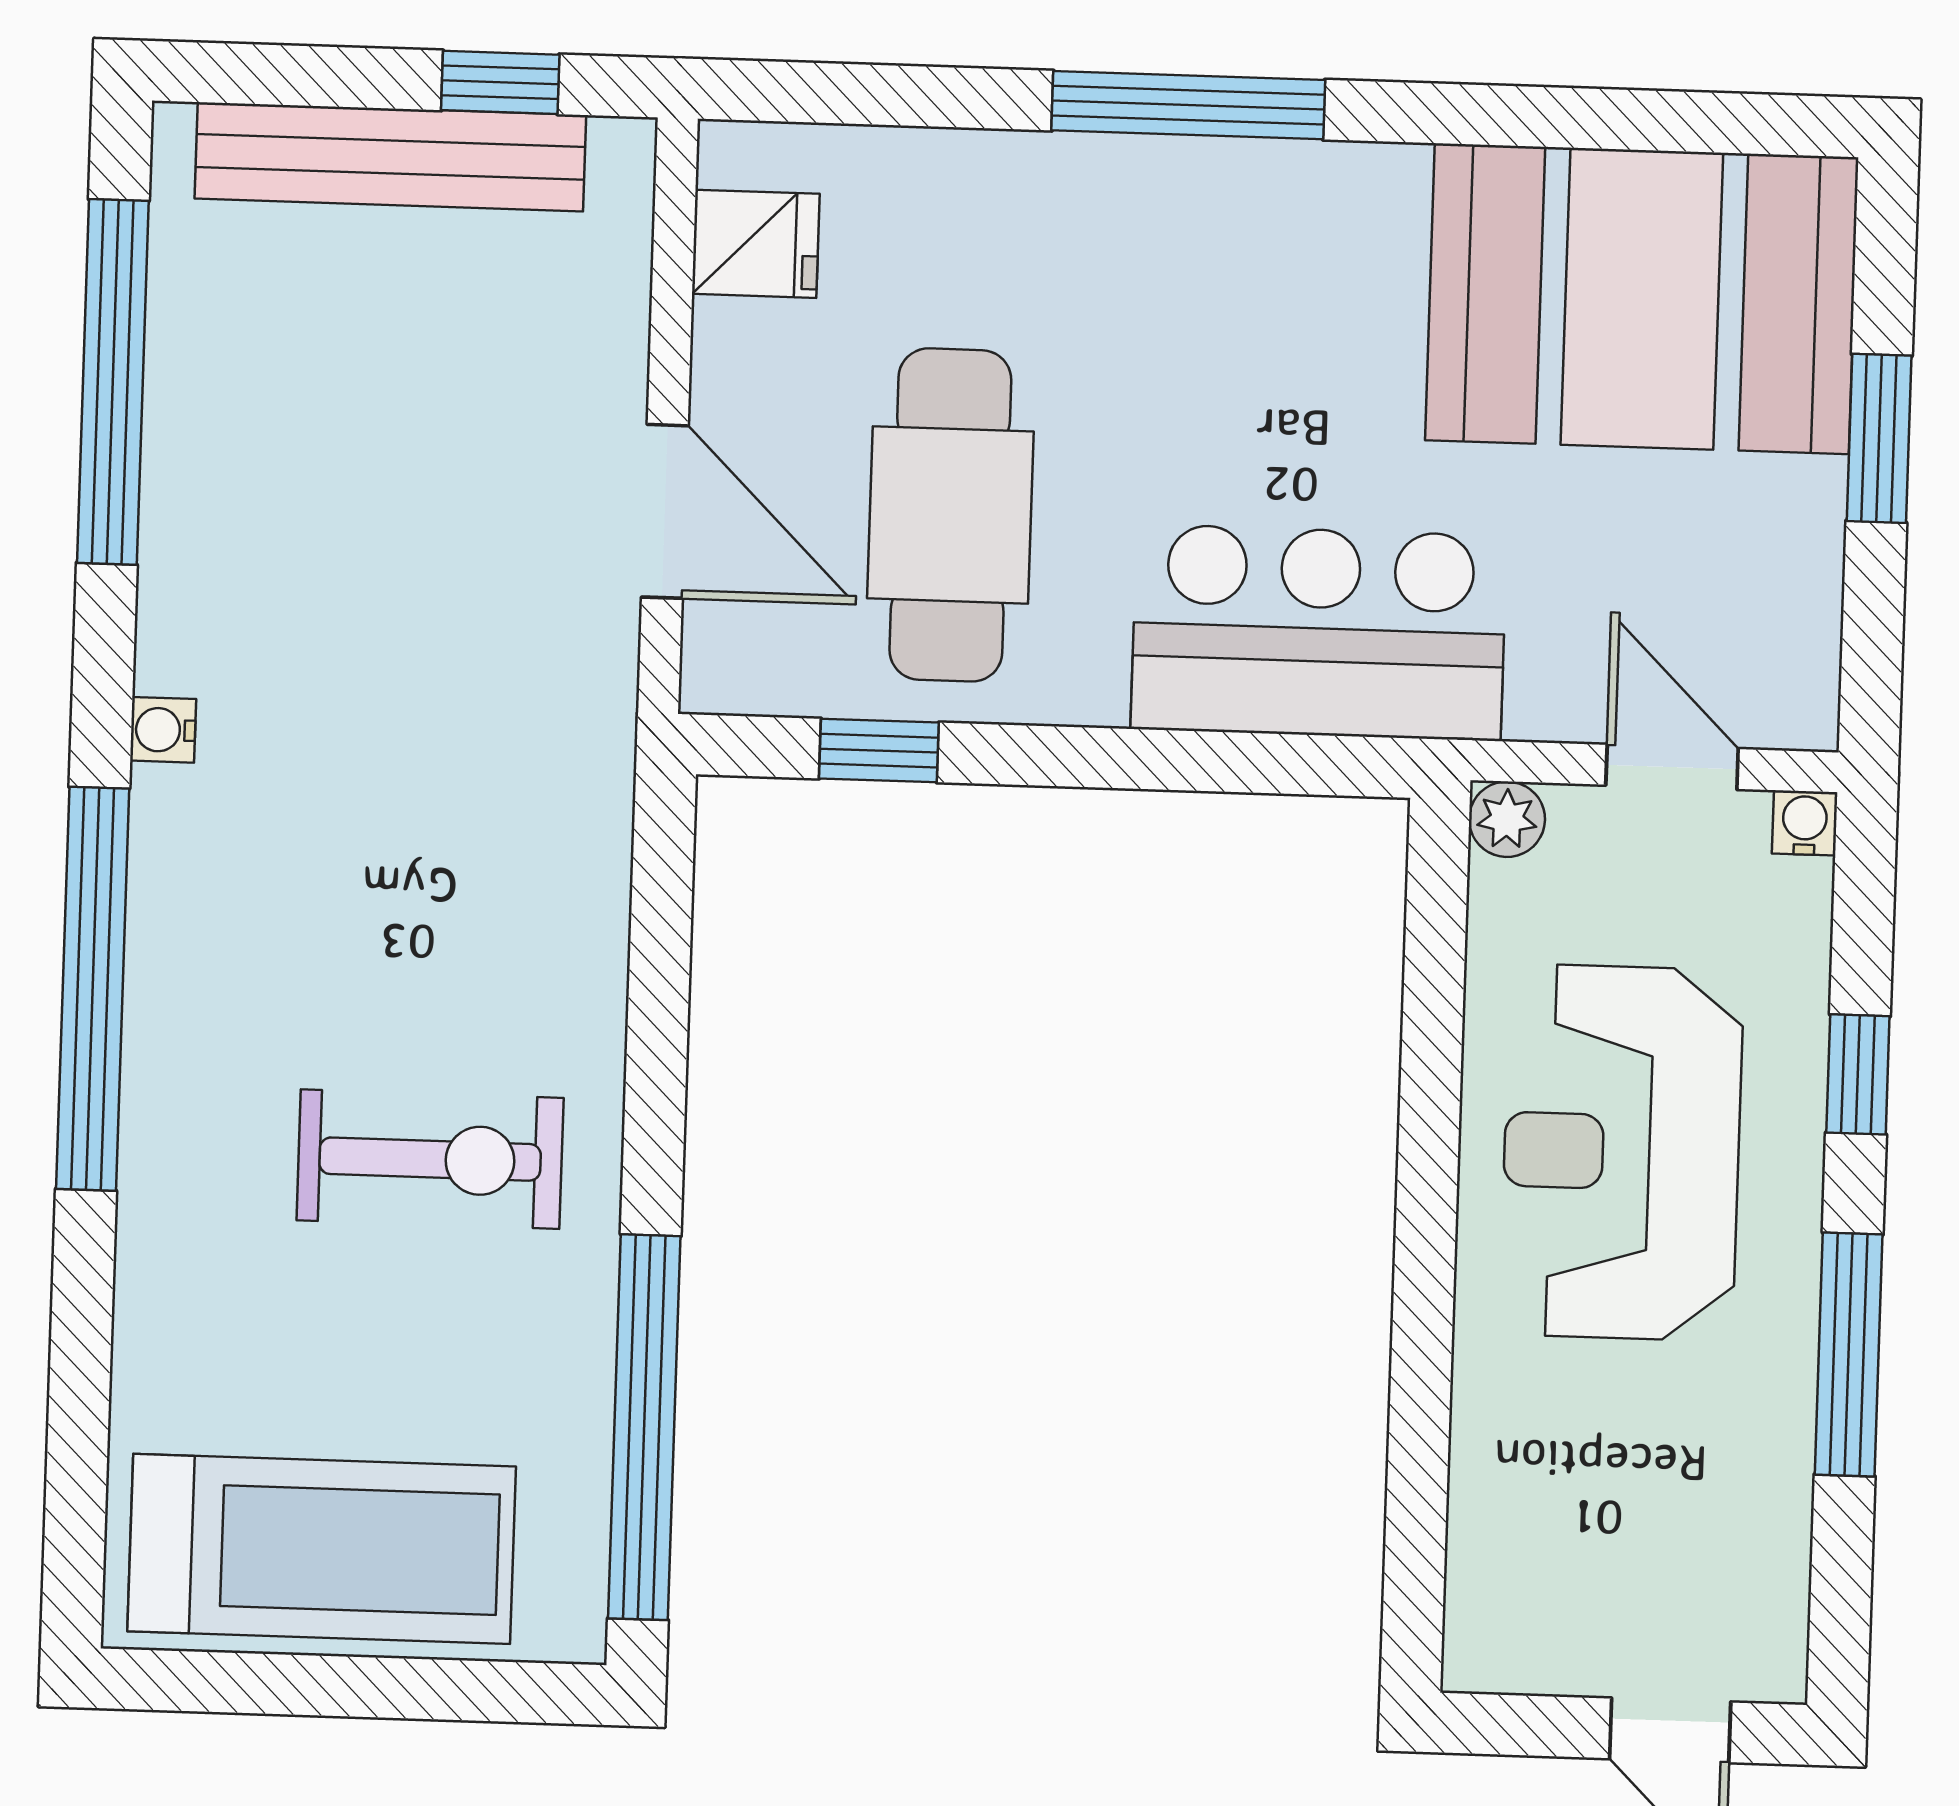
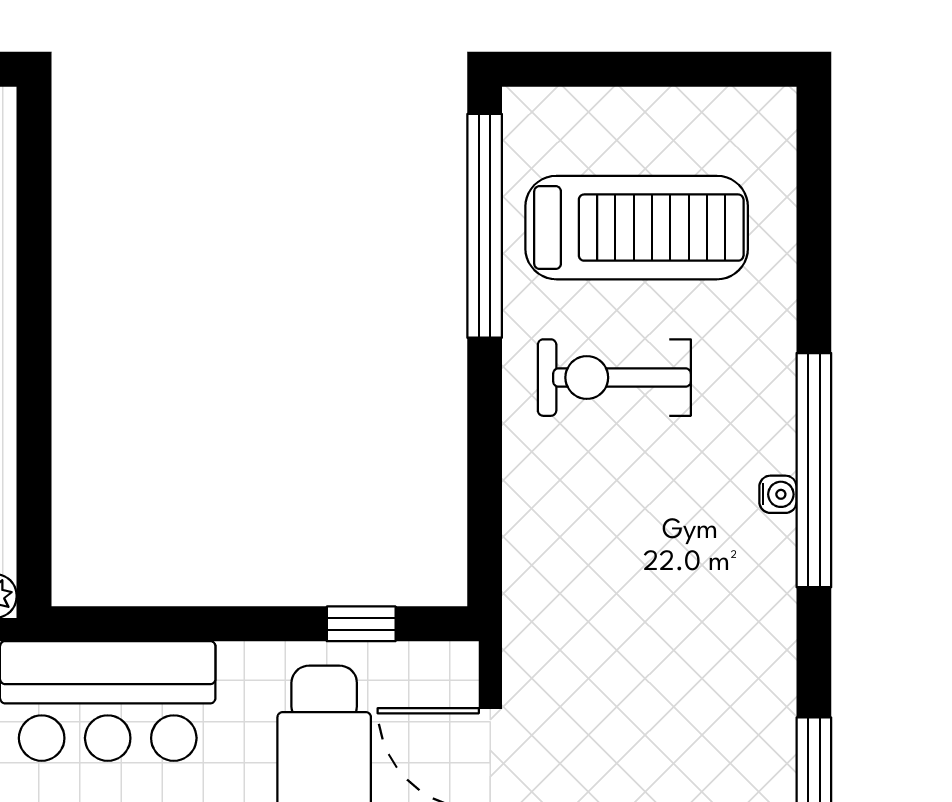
water cooler: (163, 730) -> (778, 494), moved
treadmill: (322, 1549) -> (637, 228), moved, turned 180

